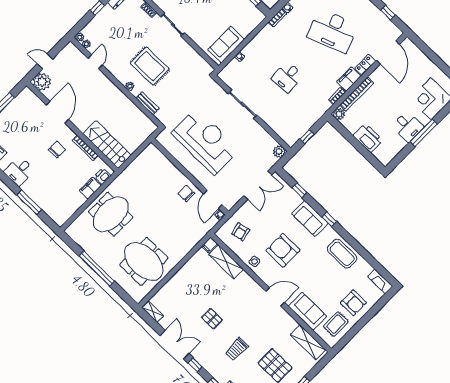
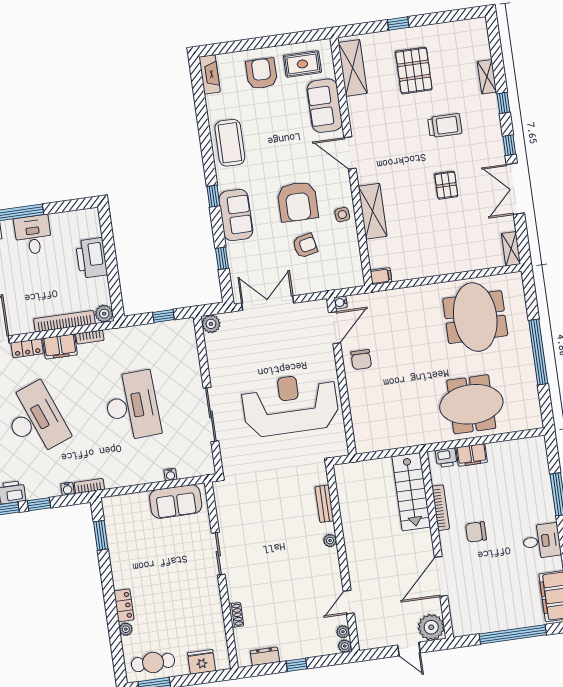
sliding door: (173, 25) -> (218, 554), moved
rug: (150, 66) -> (287, 546), removed
desk: (287, 77) -> (132, 406), width x1.87, depth x1.30
reception desk: (205, 141) -> (290, 405), turned 90
armchair: (241, 232) -> (305, 246), moved
shelving: (226, 262) -> (373, 211), moved

